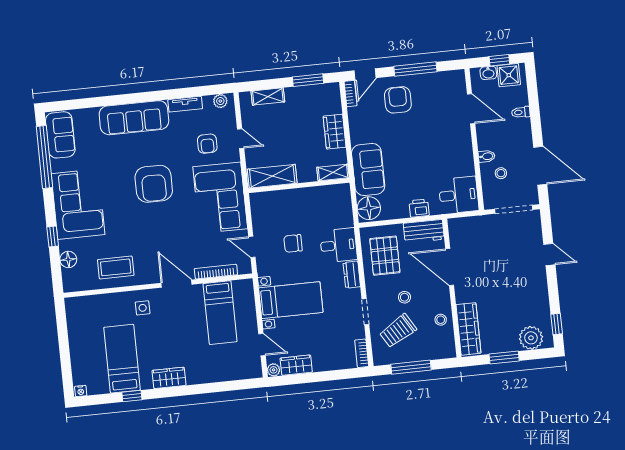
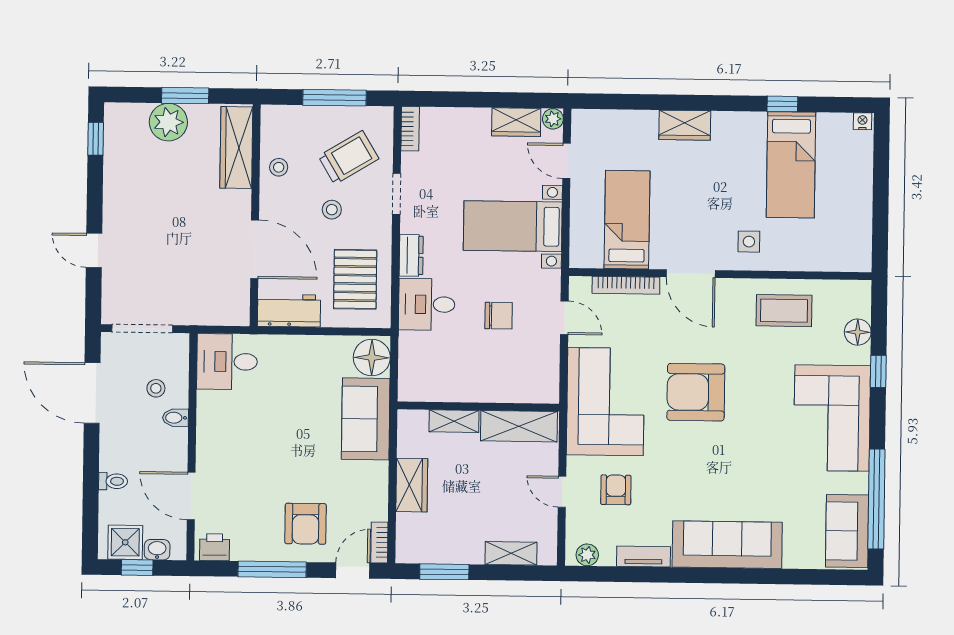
shelving: (333, 172) -> (454, 421), moved
armchair: (154, 184) -> (696, 392), moved, turned -90
printer: (419, 208) -> (215, 547), moved, turned 180
plant: (531, 338) -> (168, 122), moved
wardrobe: (169, 378) -> (685, 125), moved

